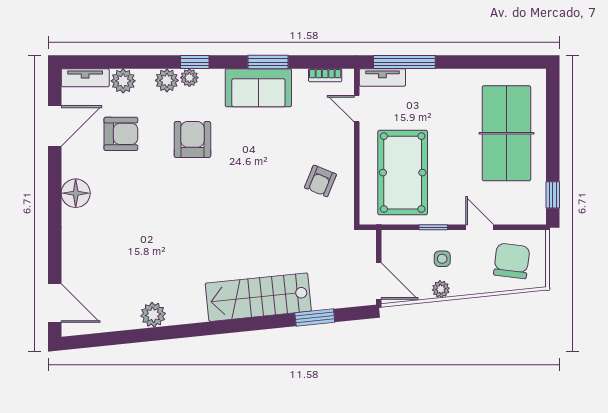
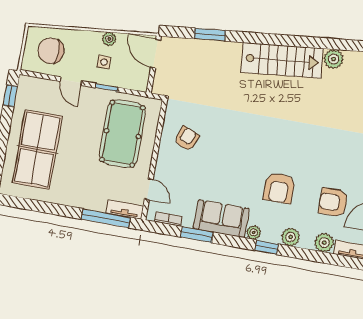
window: (268, 62) -> (197, 235), moved
plant: (189, 78) -> (254, 232), moved
chair: (512, 261) -> (51, 51), turned 83
stairs: (258, 297) -> (282, 60), moved

